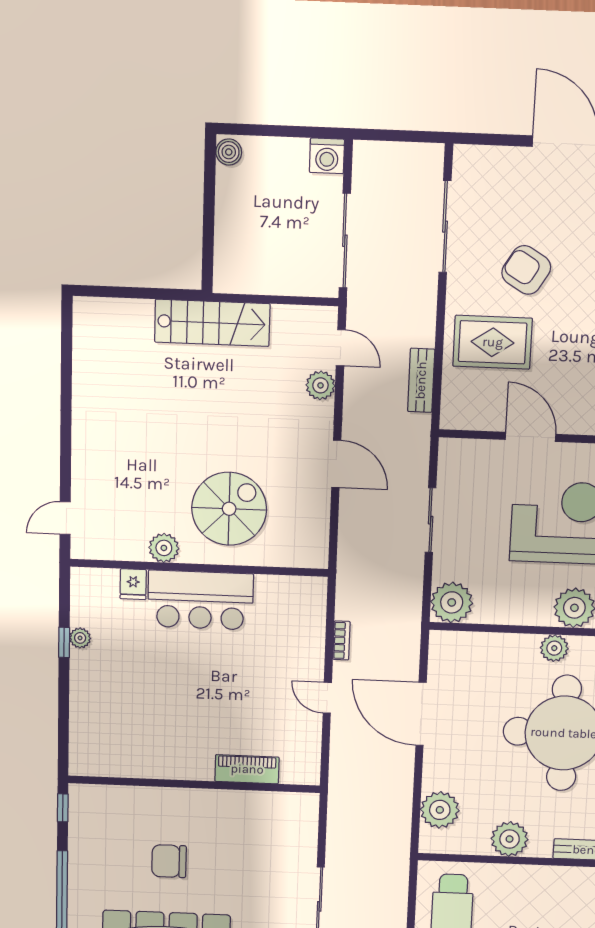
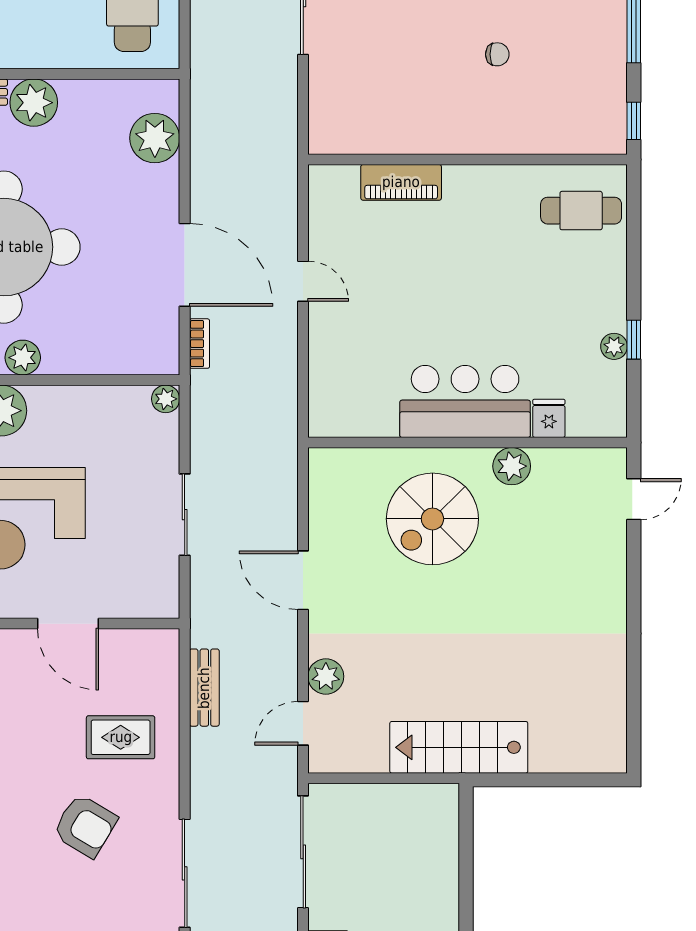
rug: (493, 342) -> (121, 737), width x0.73, depth x0.70
door: (341, 348) -> (303, 723), hinge flipped
plant: (452, 602) -> (166, 399), width x0.53, depth x0.53
bookcase: (341, 640) -> (199, 344), moved, turned 180
cafe table: (105, 742) -> (581, 211), added
plant: (510, 839) -> (34, 103), moved
chair: (169, 861) -> (497, 54), width x0.54, depth x0.54

